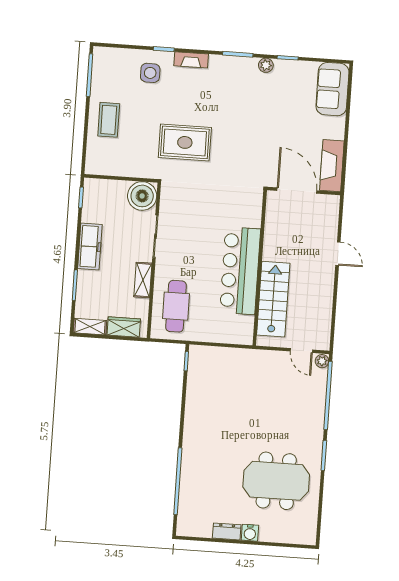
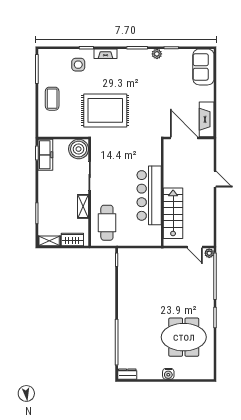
rug: (185, 142) -> (105, 110), width x1.37, depth x1.44
freezer: (90, 247) -> (45, 155), moved
dresser: (227, 531) -> (127, 374), moved

